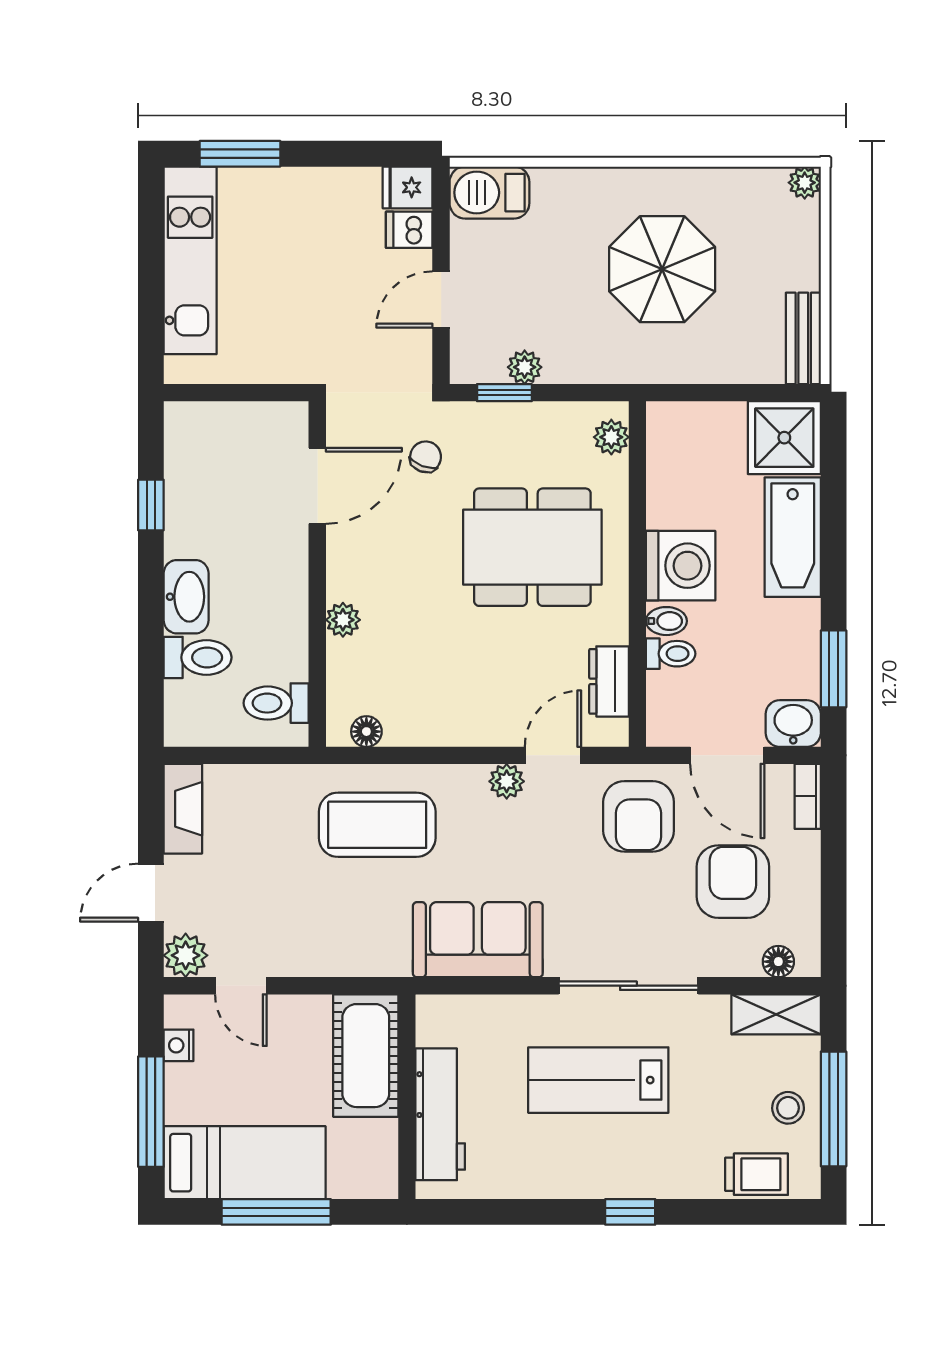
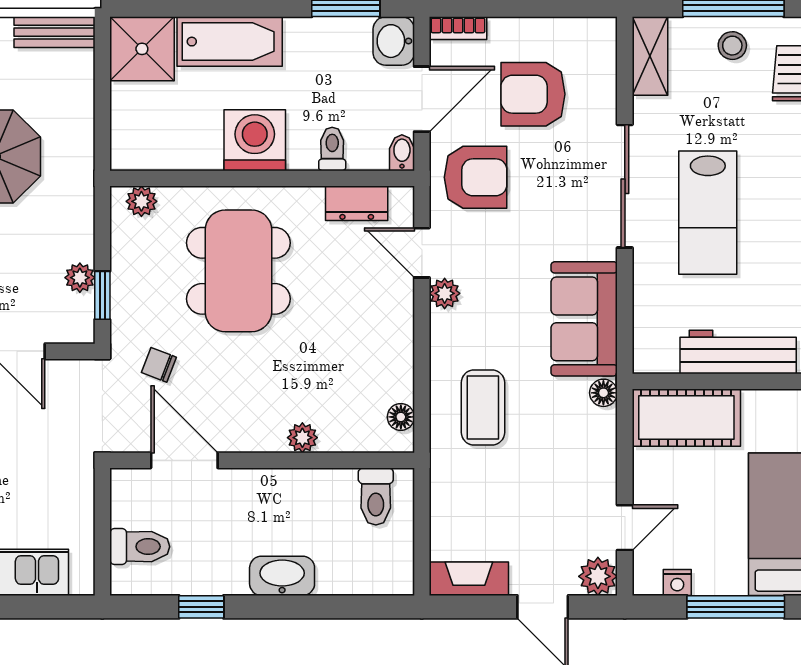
bidet: (666, 621) -> (402, 153), moved
toilet: (198, 657) -> (140, 547), moved, turned 90
coffee table: (377, 825) -> (483, 408), width x0.73, depth x0.76
floor lamp: (778, 962) -> (603, 393), moved

